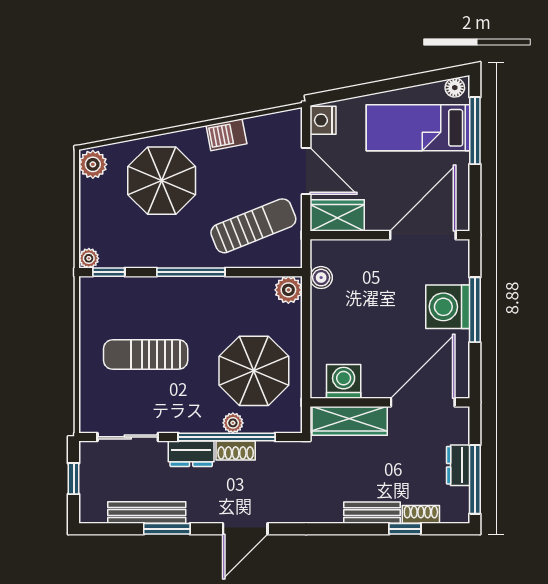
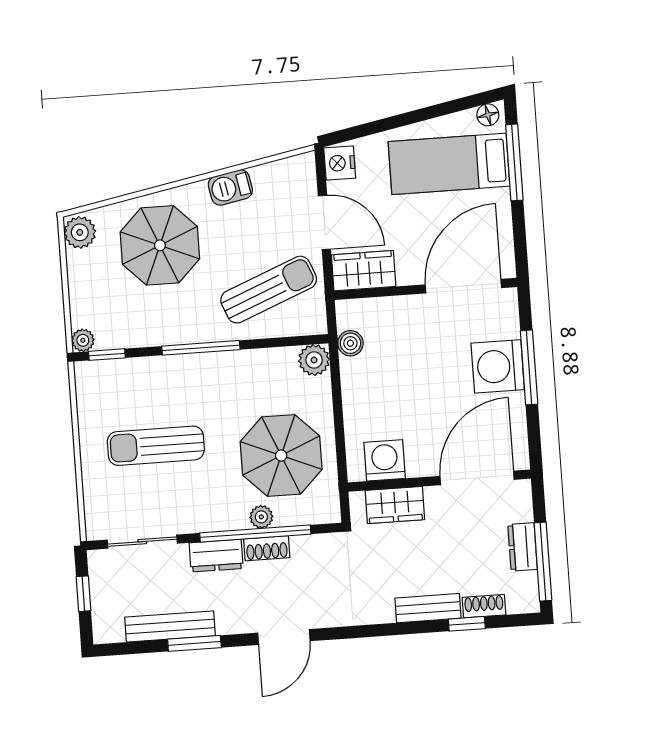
wardrobe: (350, 421) -> (395, 505), width x0.67

